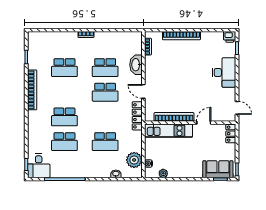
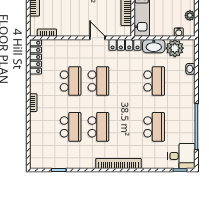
locker: (126, 37) -> (36, 57), added
washbasin: (136, 65) -> (154, 46), moved
bookcase: (32, 90) -> (118, 163), moved
door: (143, 91) -> (97, 38), swing flipped
school desk: (64, 117) -> (98, 127), moved

